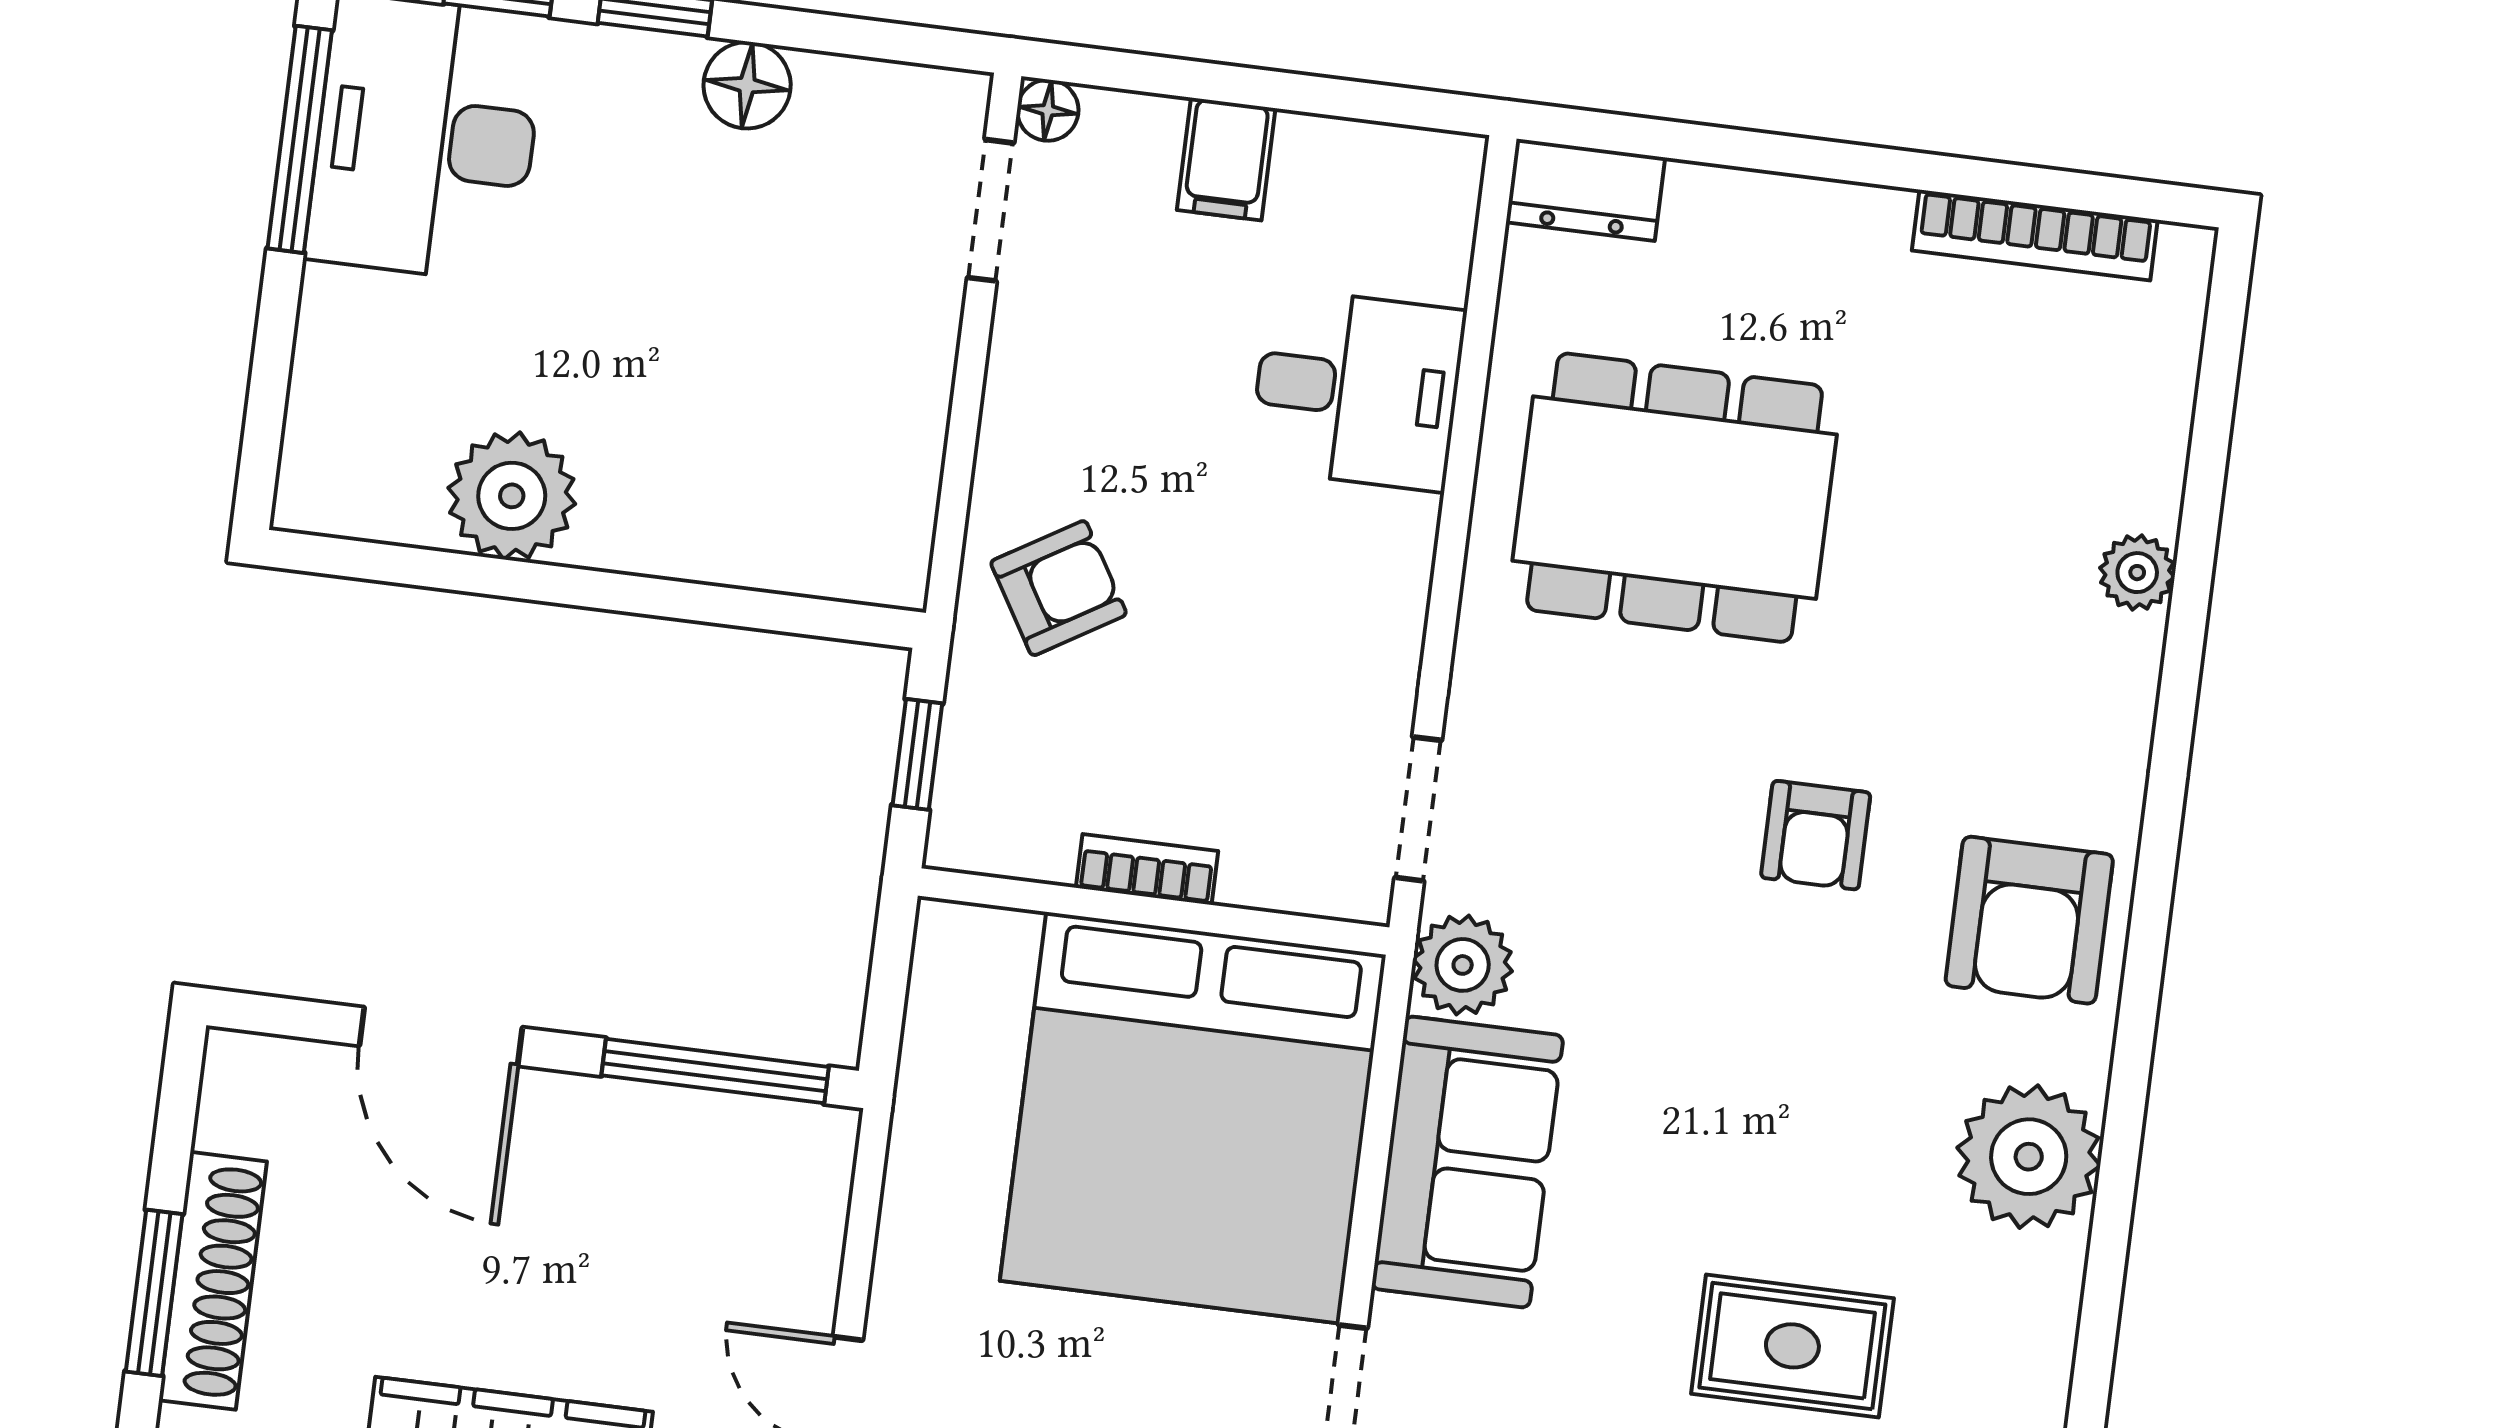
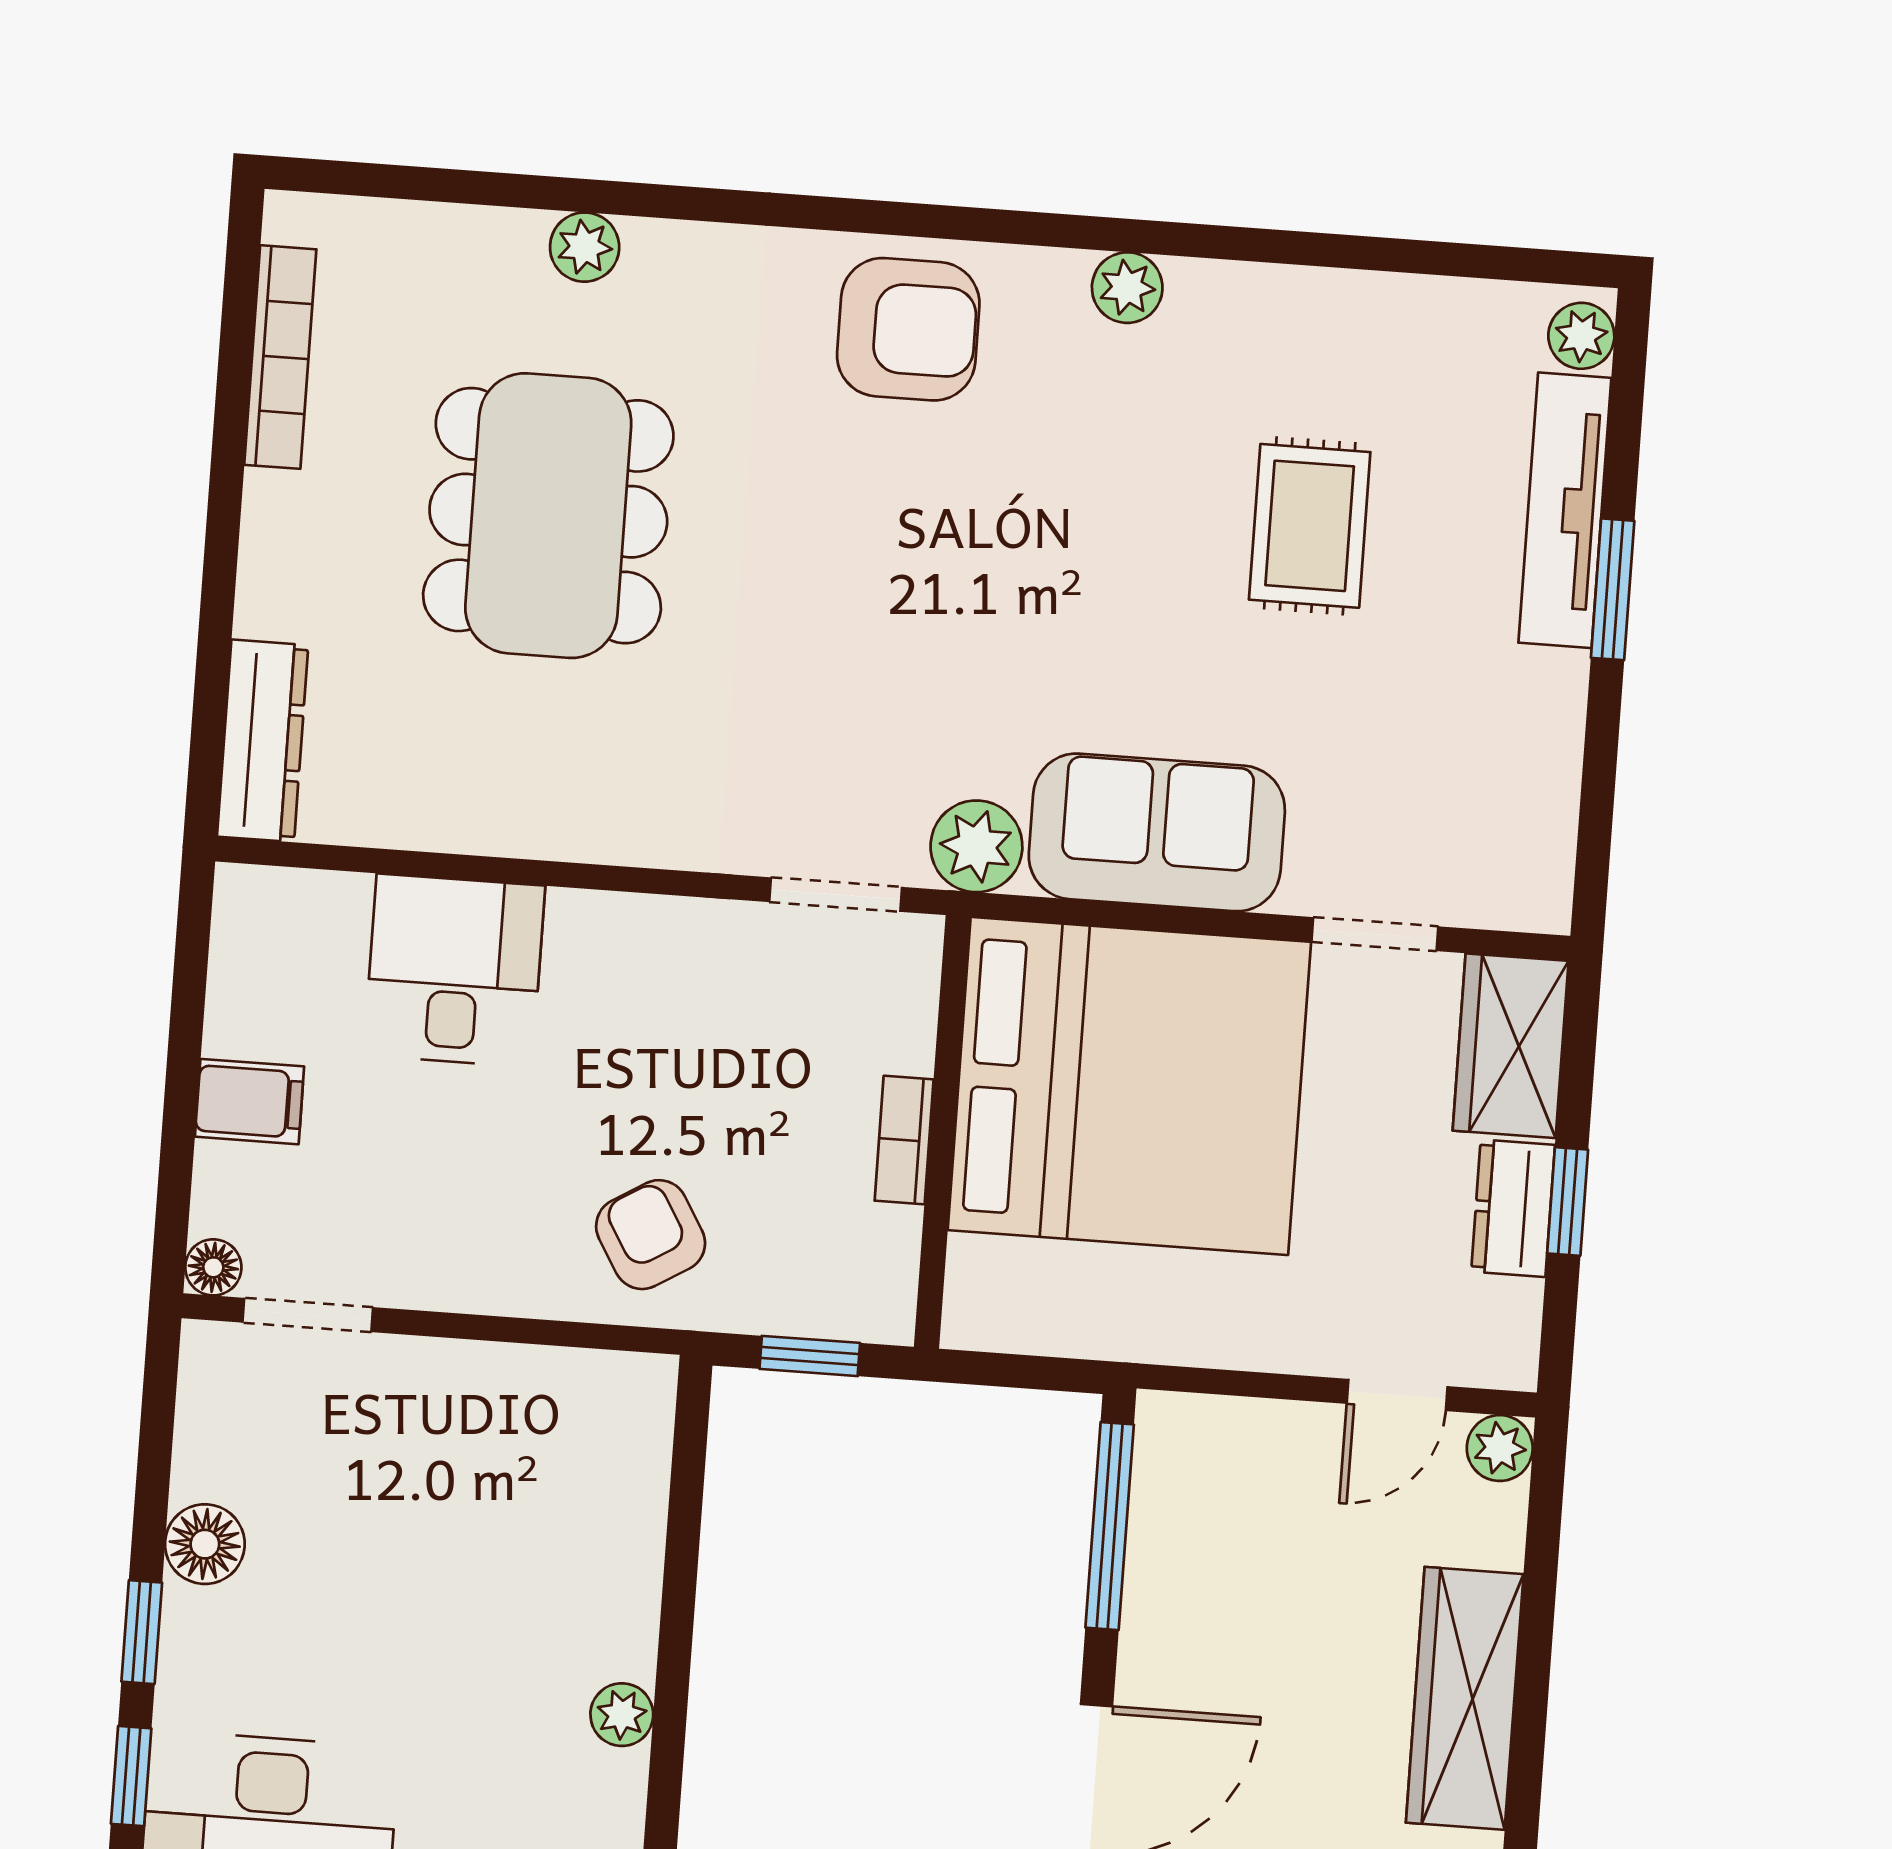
dresser: (1586, 190) -> (263, 741), width x1.44
plant: (512, 496) -> (622, 1715), width x0.53, depth x0.53
dining table: (1675, 498) -> (548, 516), moved
armchair: (1816, 835) -> (841, 529), removed
plant: (2029, 1157) -> (1127, 288), width x0.53, depth x0.53

